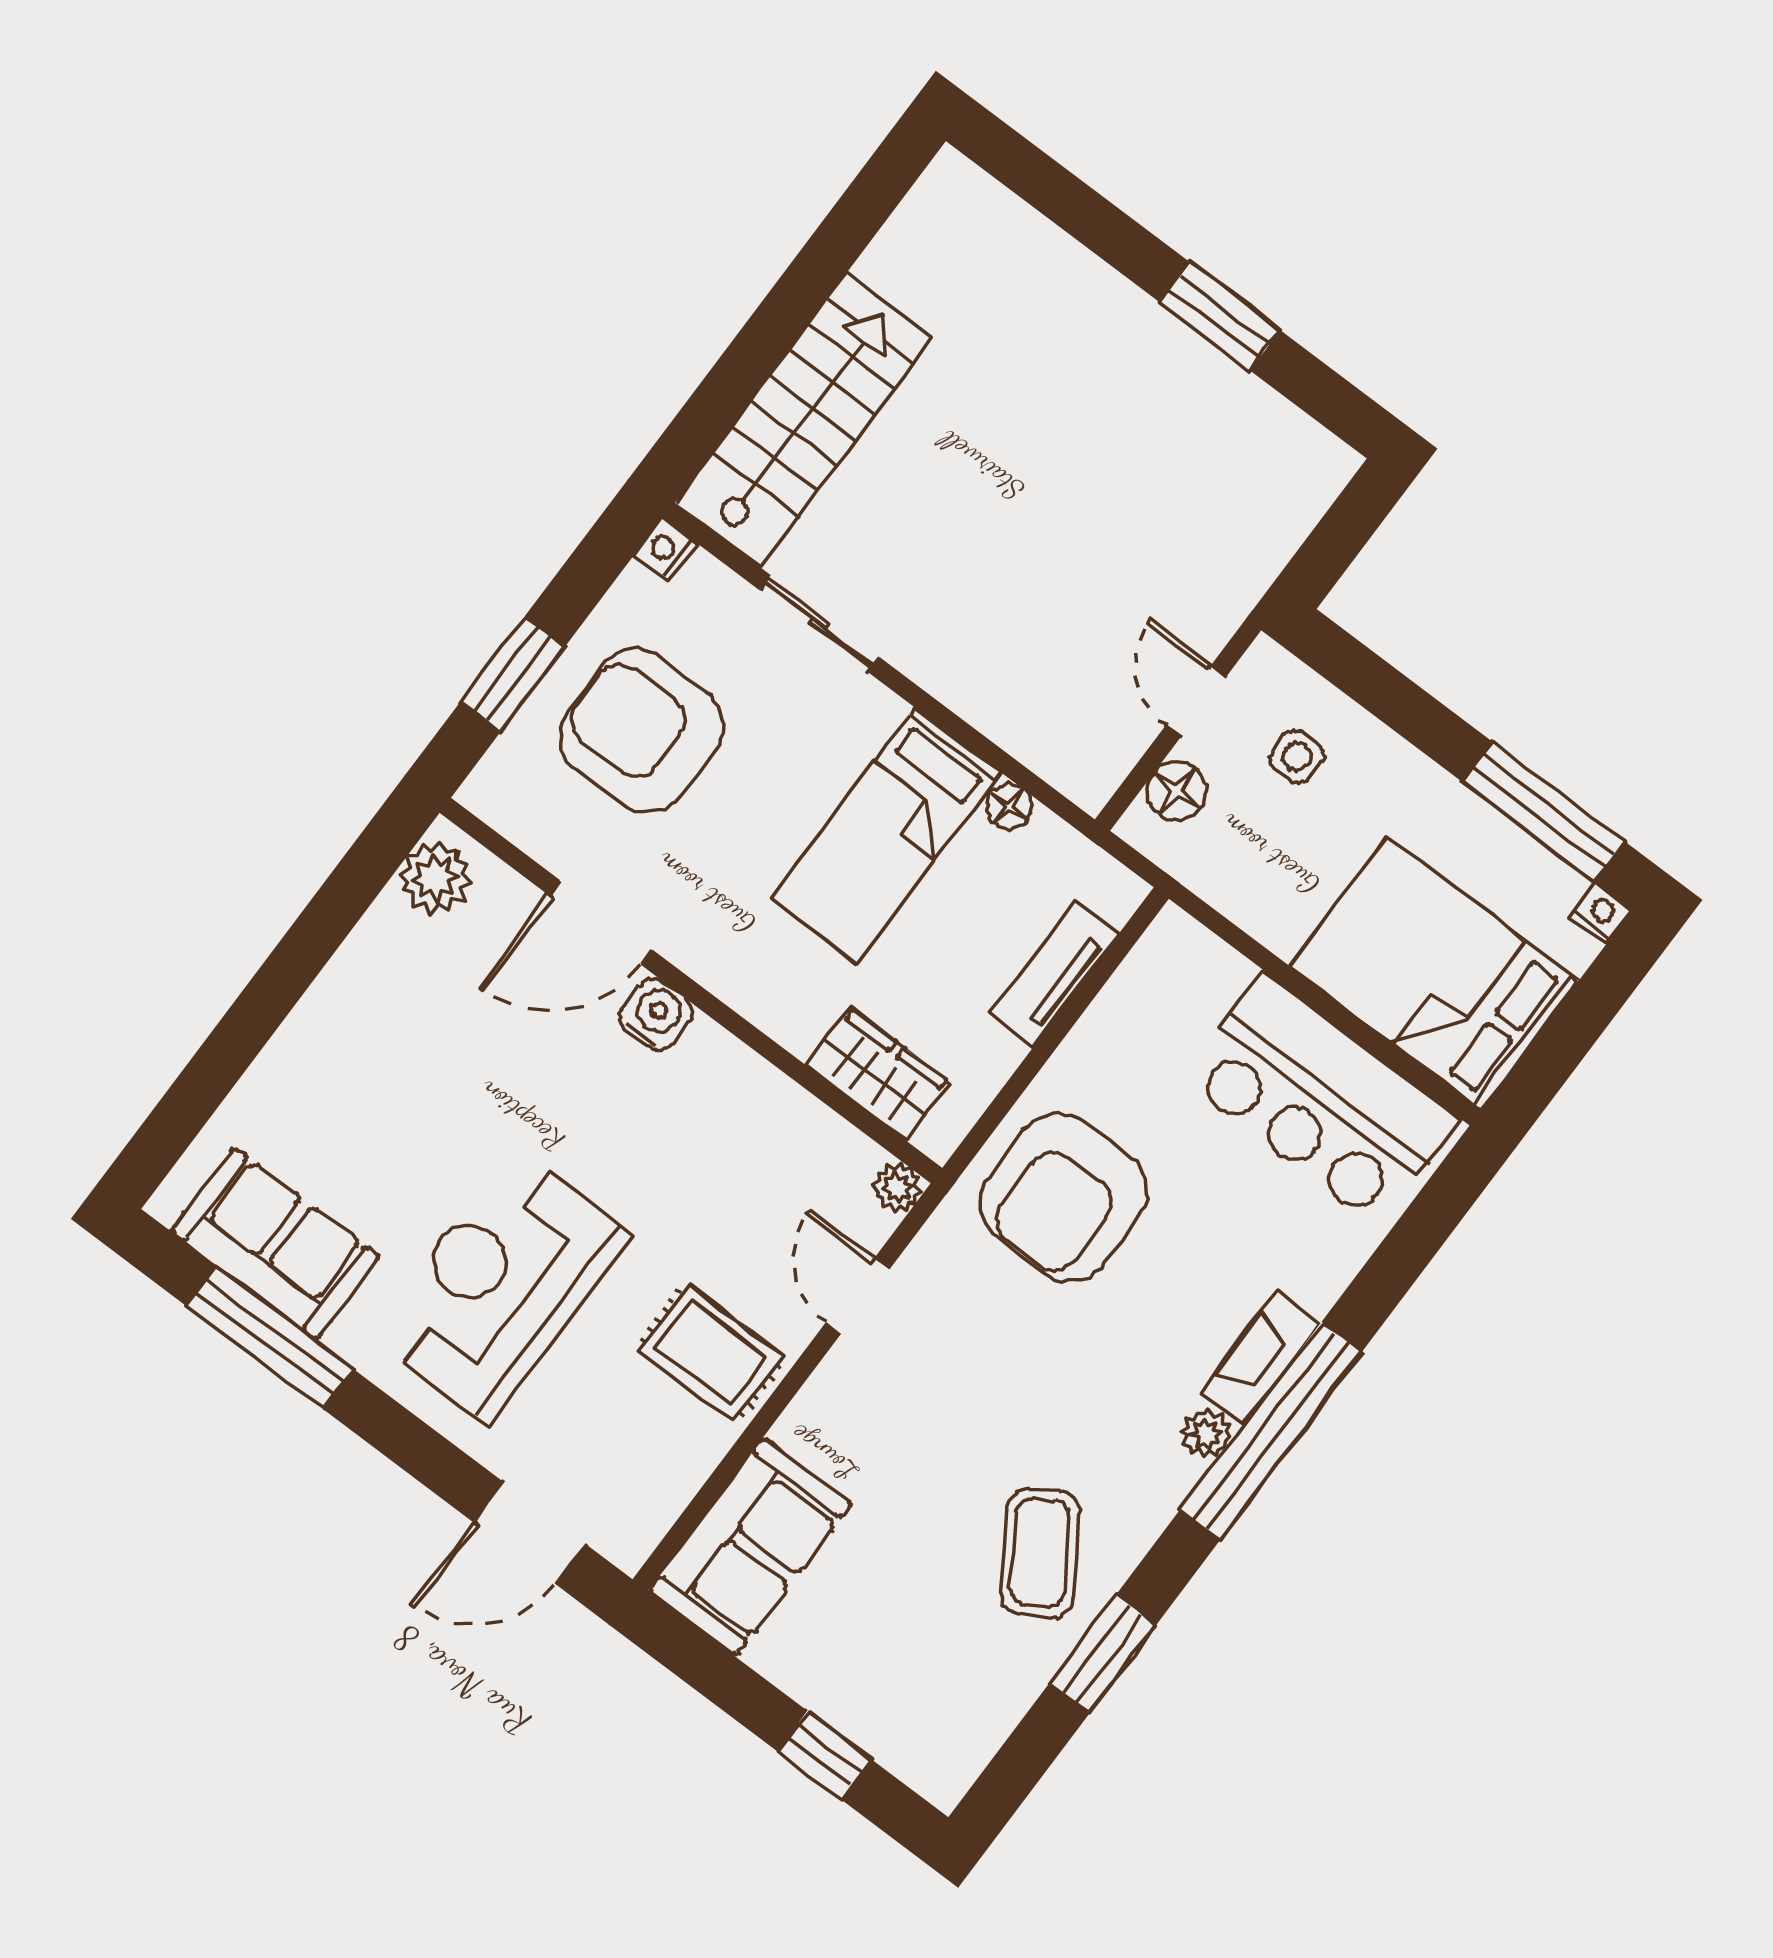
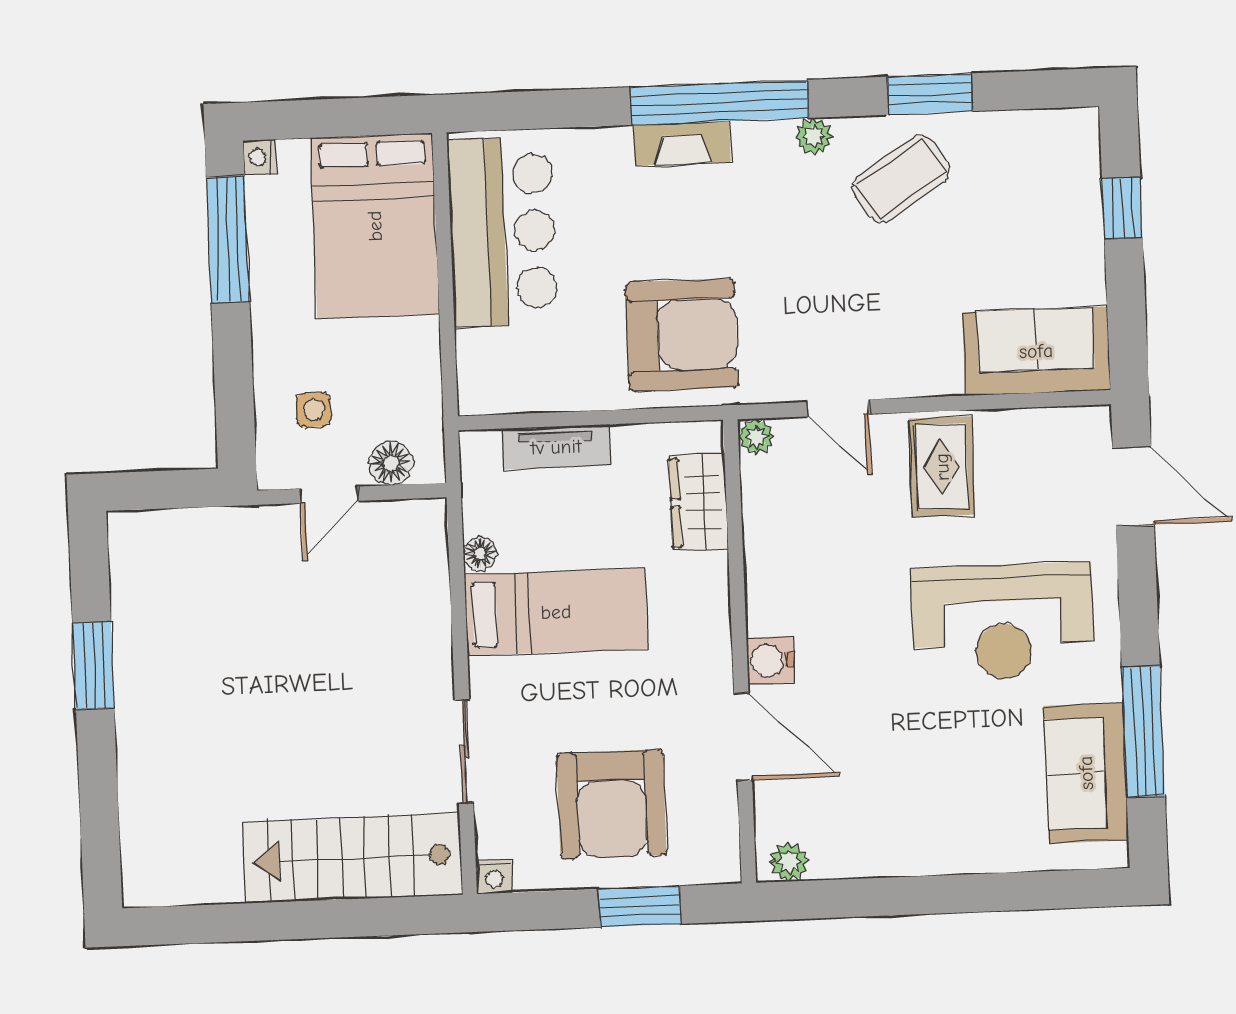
plant: (435, 878) -> (789, 862), width x0.73, depth x0.73
door: (858, 1296) -> (838, 408), hinge flipped
plant: (1206, 1434) -> (814, 136), moved

